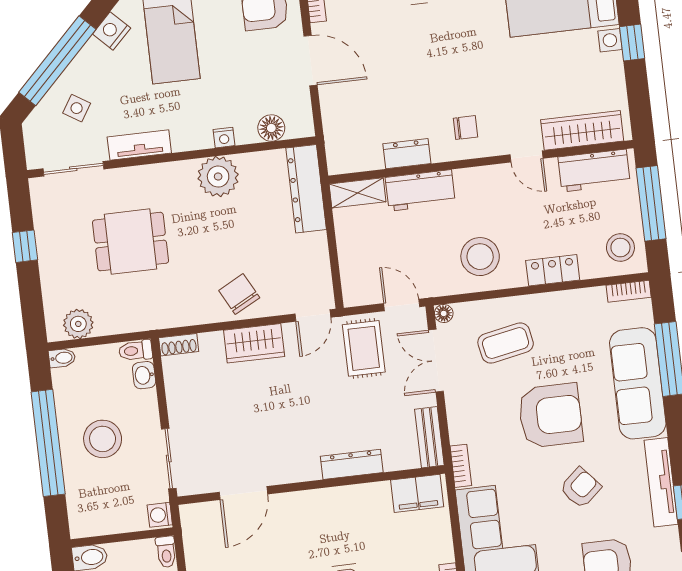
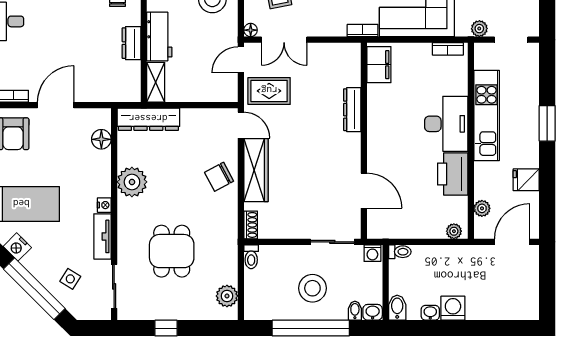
nightstand: (224, 138) -> (104, 205), moved
wardrobe: (254, 343) -> (256, 170), width x1.50
bidet: (62, 358) -> (355, 311), moved
washbasin: (144, 375) -> (373, 312), moved, turned 180
bench: (429, 437) -> (339, 51), removed

